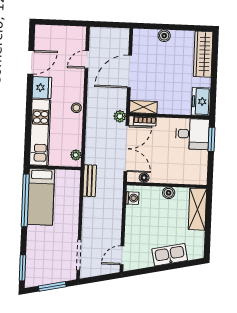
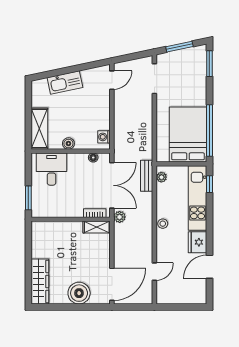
boiler: (164, 36) -> (79, 293), width x1.86, depth x1.86
door: (129, 72) -> (112, 284), moved
freezer: (201, 101) -> (40, 235), removed
desk: (192, 134) -> (52, 169), moved, turned 90
window: (27, 146) -> (209, 184), added
double door: (126, 149) -> (112, 185), swing flipped
bench: (90, 181) -> (147, 176), moved
bed: (41, 197) -> (188, 134), width x1.50

